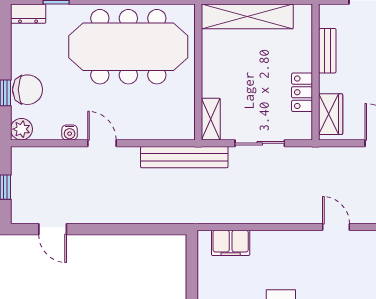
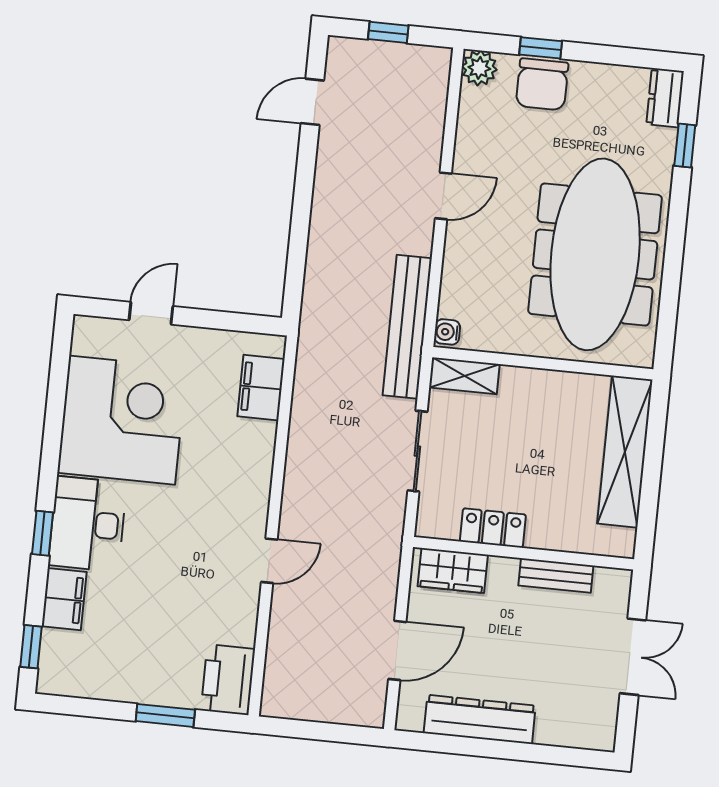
water cooler: (70, 132) -> (447, 332), moved

